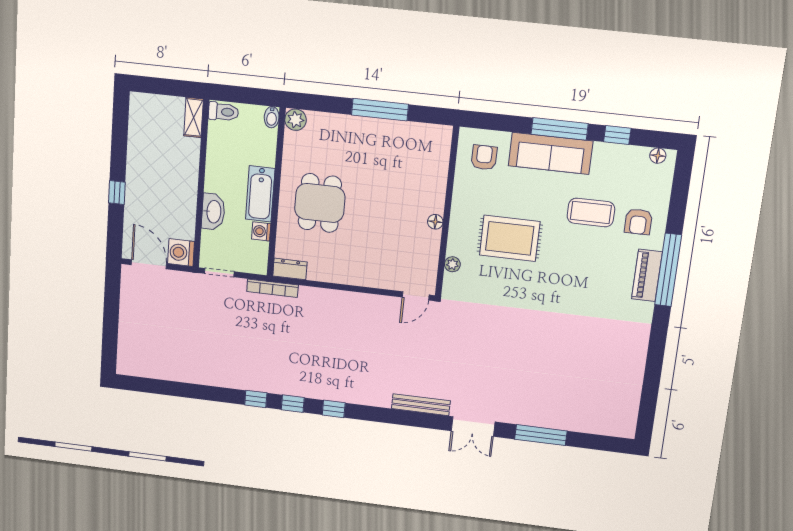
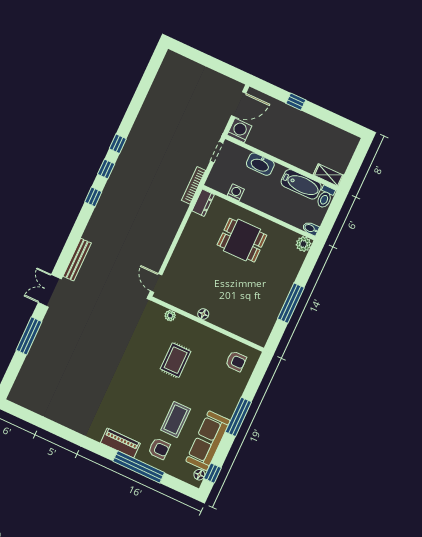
window: (617, 135) -> (212, 473), moved
sofa: (551, 153) -> (208, 441), moved
bathtub: (260, 194) -> (301, 184), moved, turned 180
armchair: (638, 222) -> (159, 449), turned 180
rug: (510, 238) -> (176, 360), width x0.73, depth x0.70
window: (668, 270) -> (139, 467), moved

